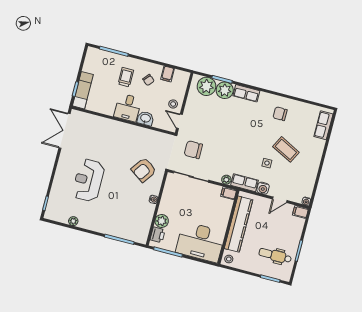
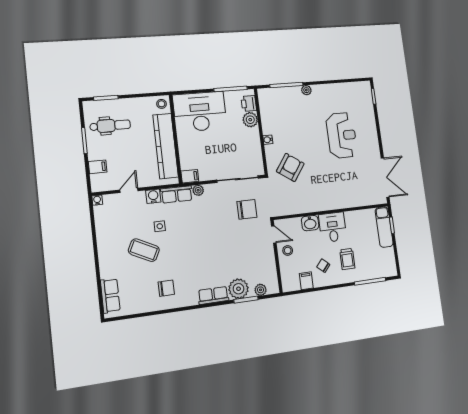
plant: (206, 86) -> (261, 290), width x0.53, depth x0.53
filing cabinet: (300, 212) -> (98, 167), moved
plant: (73, 221) -> (306, 90), moved

